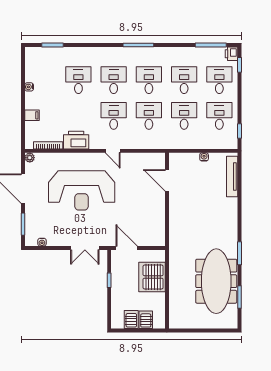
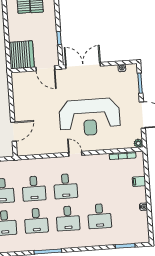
printer: (76, 140) -> (98, 162), removed
door: (113, 151) -> (75, 154), moved
door: (167, 180) -> (14, 132), hinge flipped
reception desk: (82, 190) -> (90, 117), turned 180
double door: (85, 248) -> (83, 66), width x1.37
server rack: (152, 277) -> (21, 55), moved

